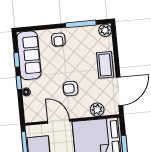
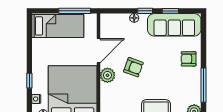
armchair: (70, 89) -> (133, 67), turned 110
plant: (97, 110) -> (107, 75), moved

